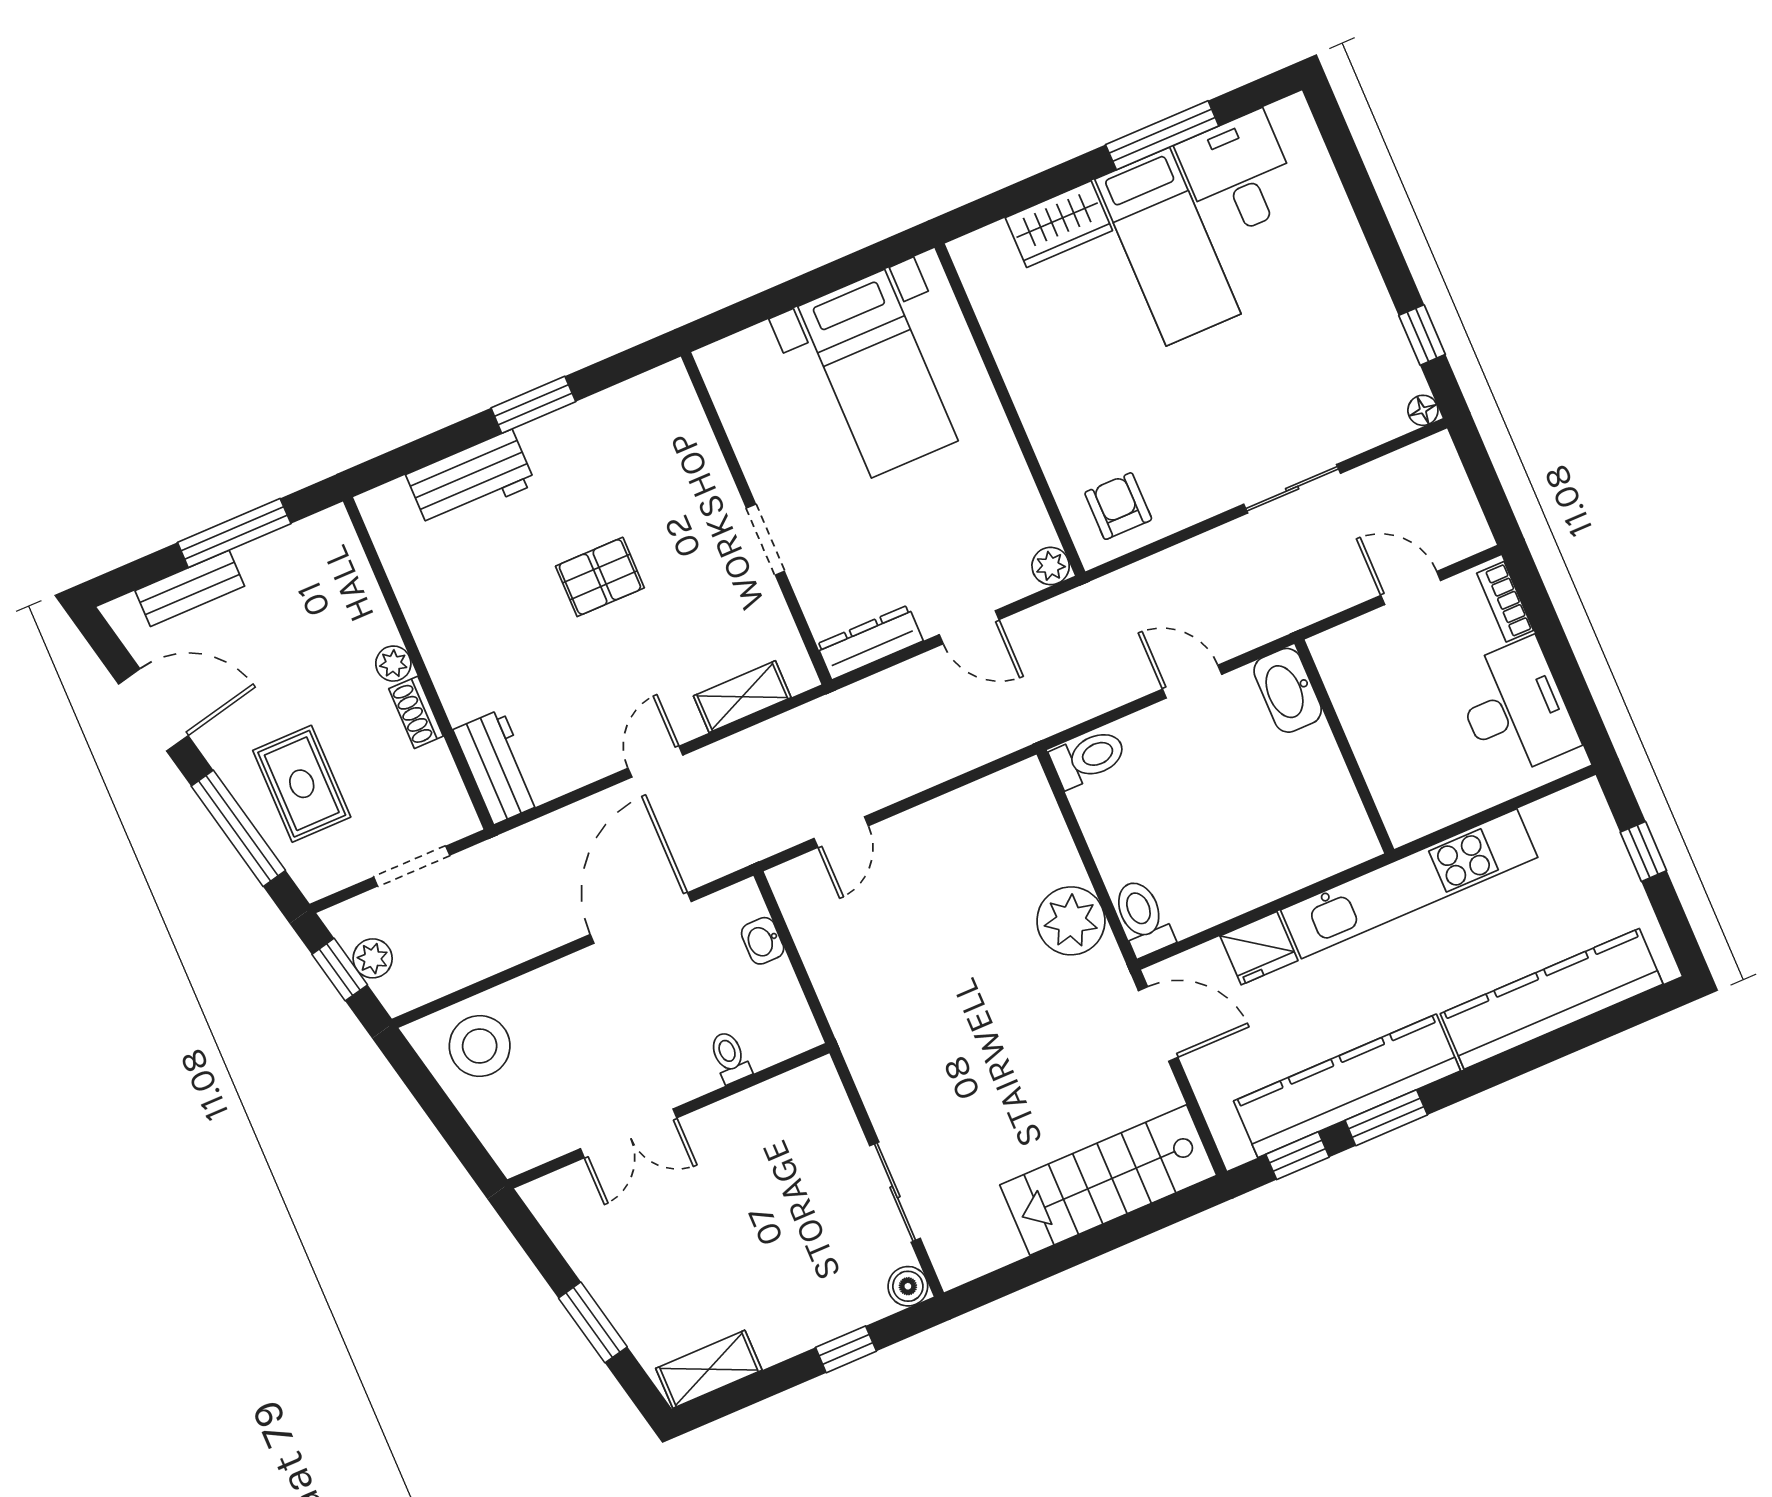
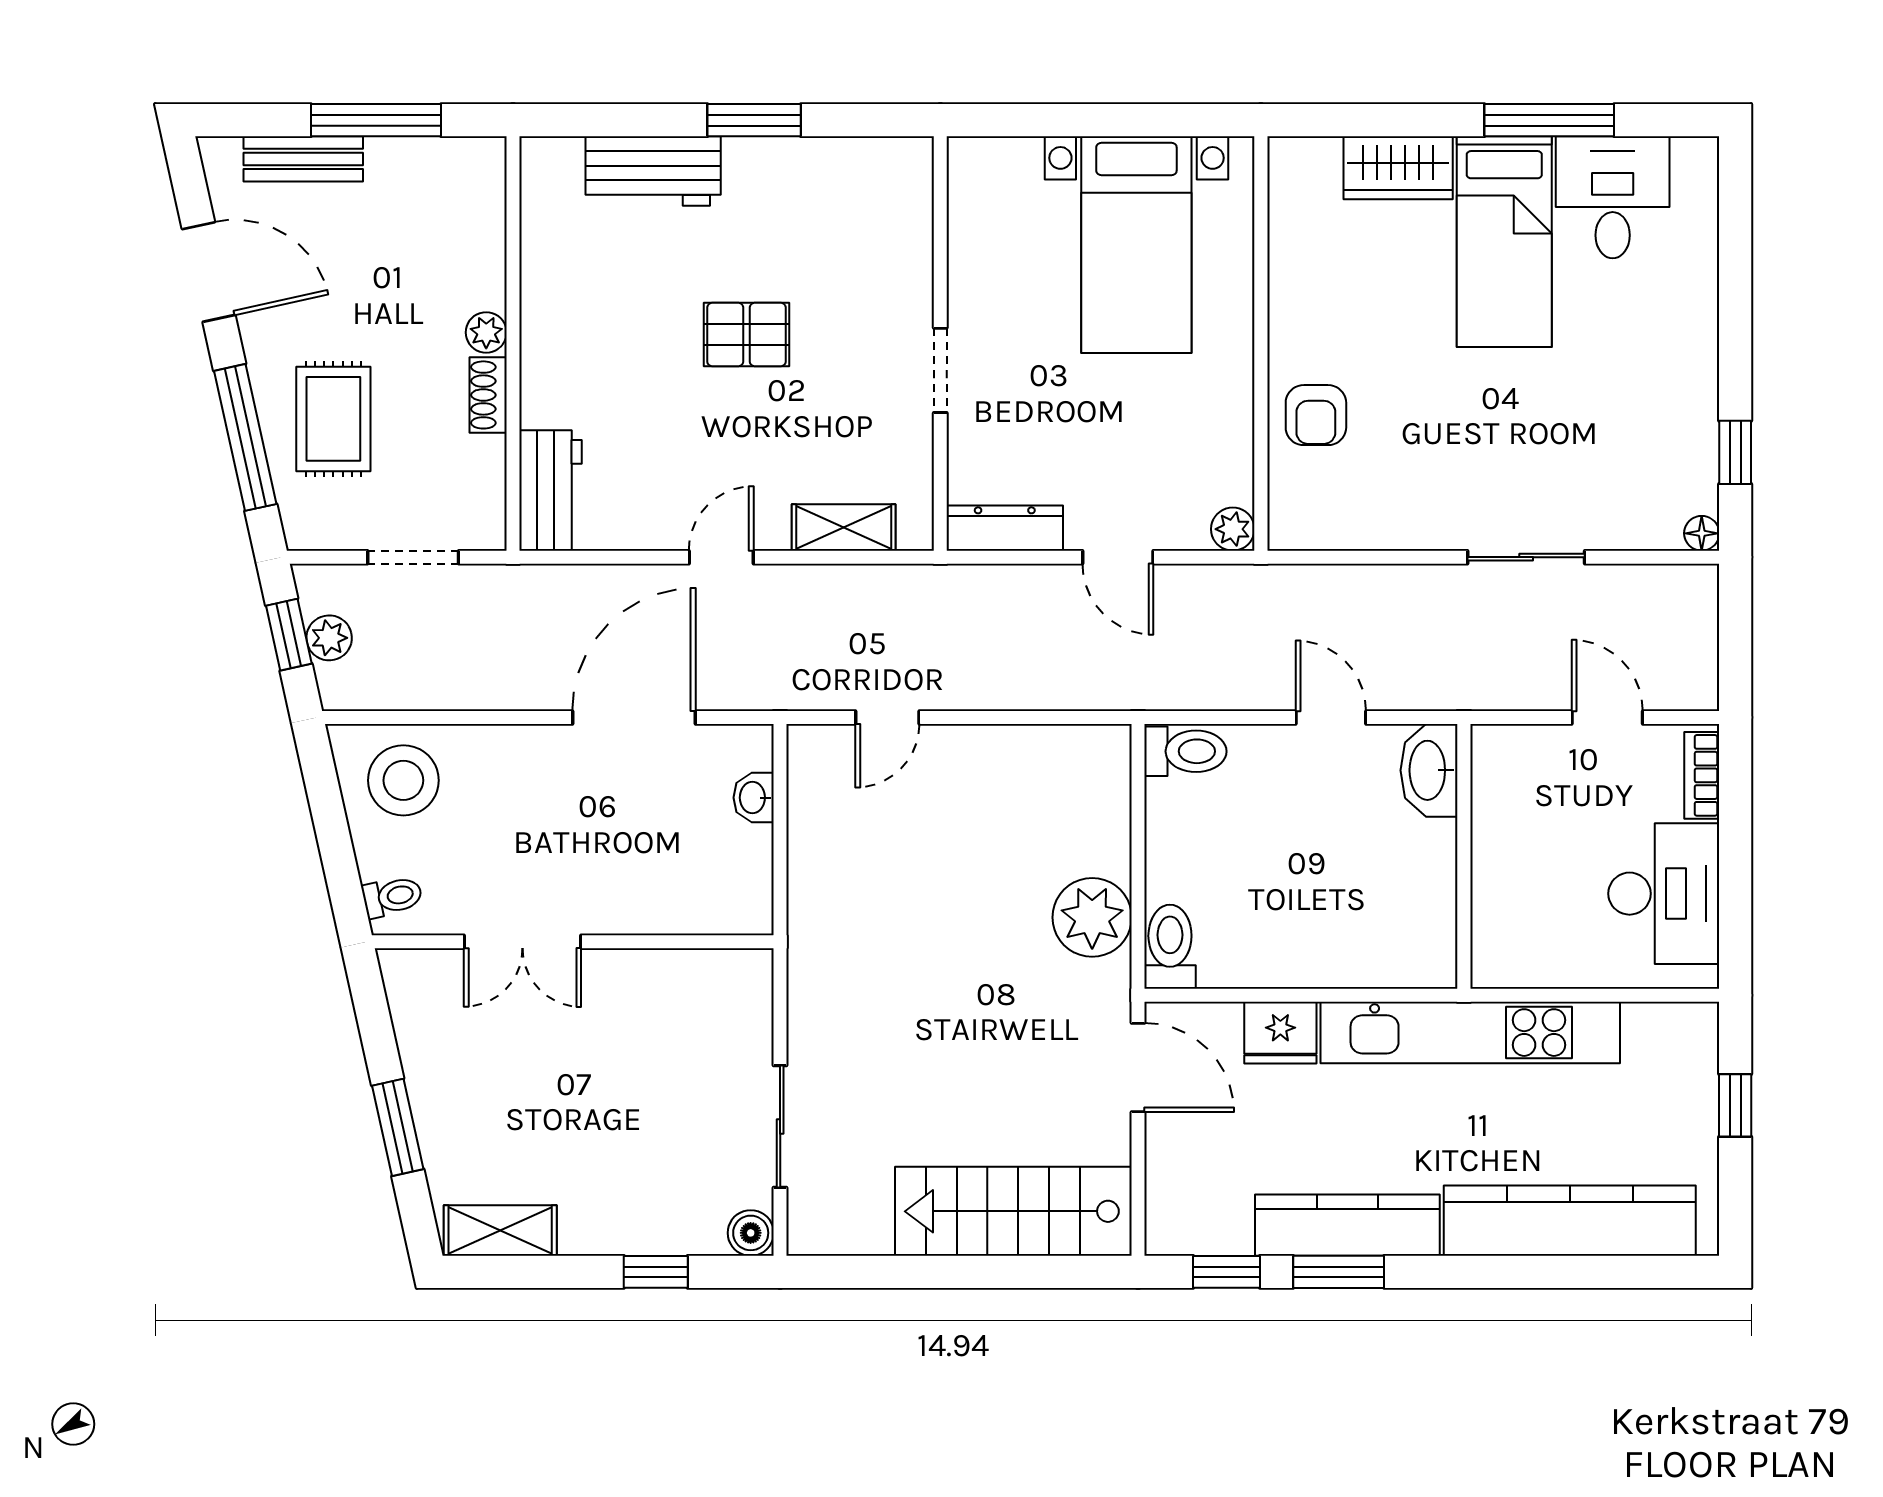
armchair: (1118, 506) -> (1316, 415), moved, turned 180
toilet: (730, 1057) -> (392, 897), moved, turned 78
kitchen counter: (1347, 1086) -> (1347, 1225), width x0.72, depth x0.86

